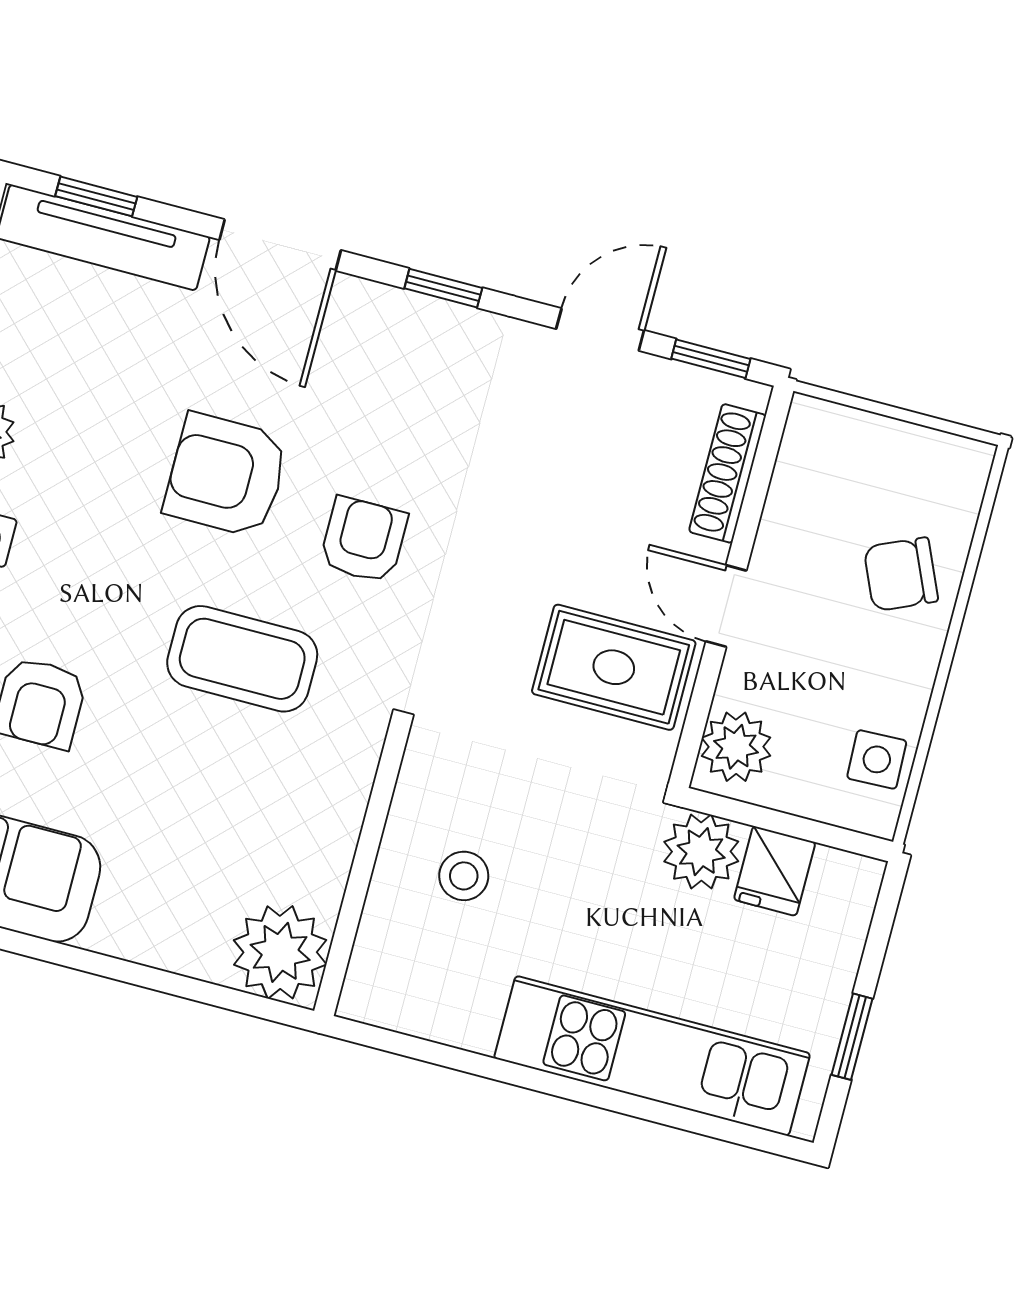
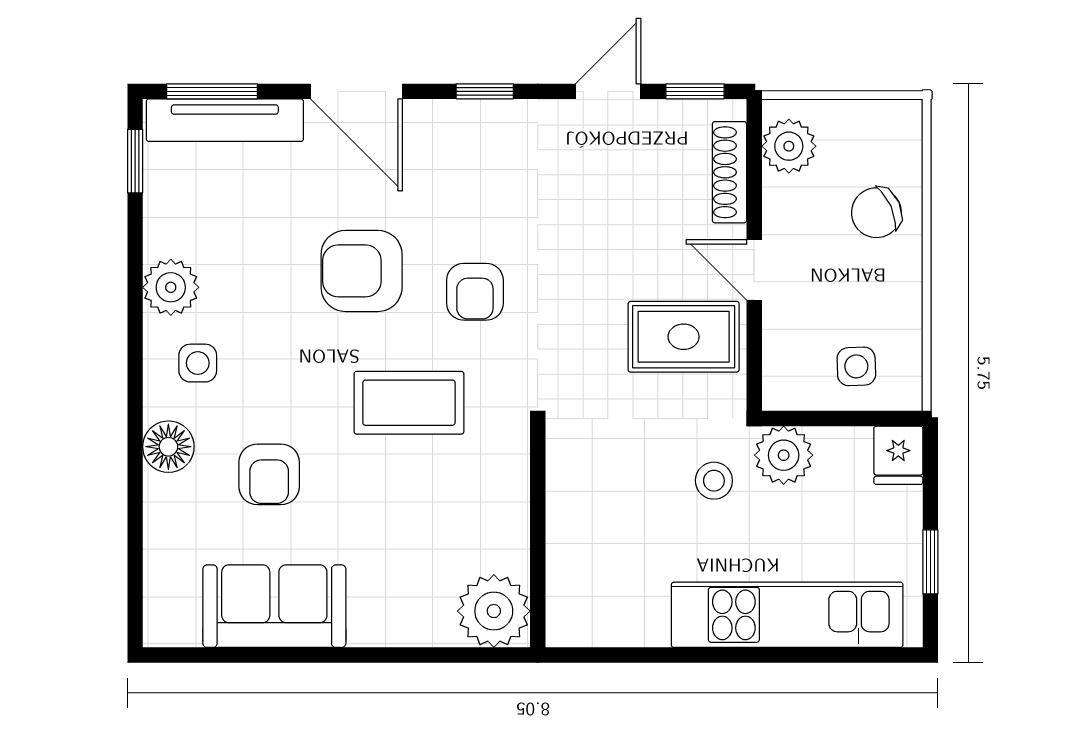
window: (96, 196) -> (212, 91), width x1.50
armchair: (364, 540) -> (475, 292), turned 180
plant: (736, 747) -> (789, 146), moved
side table: (877, 759) -> (856, 366), moved
fridge: (775, 871) -> (898, 455), moved
stool: (464, 876) -> (714, 481), moved

